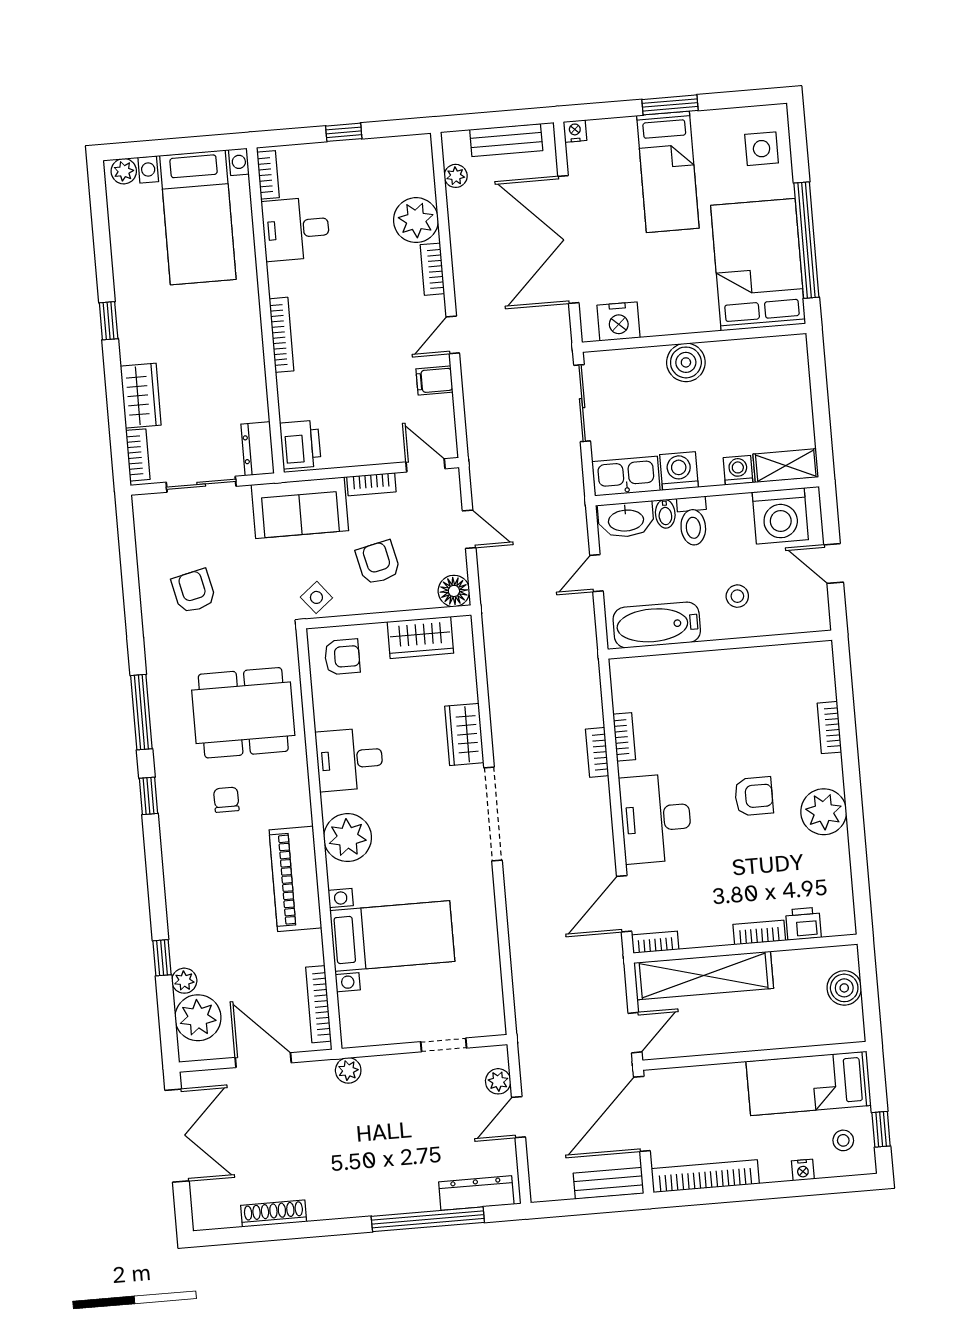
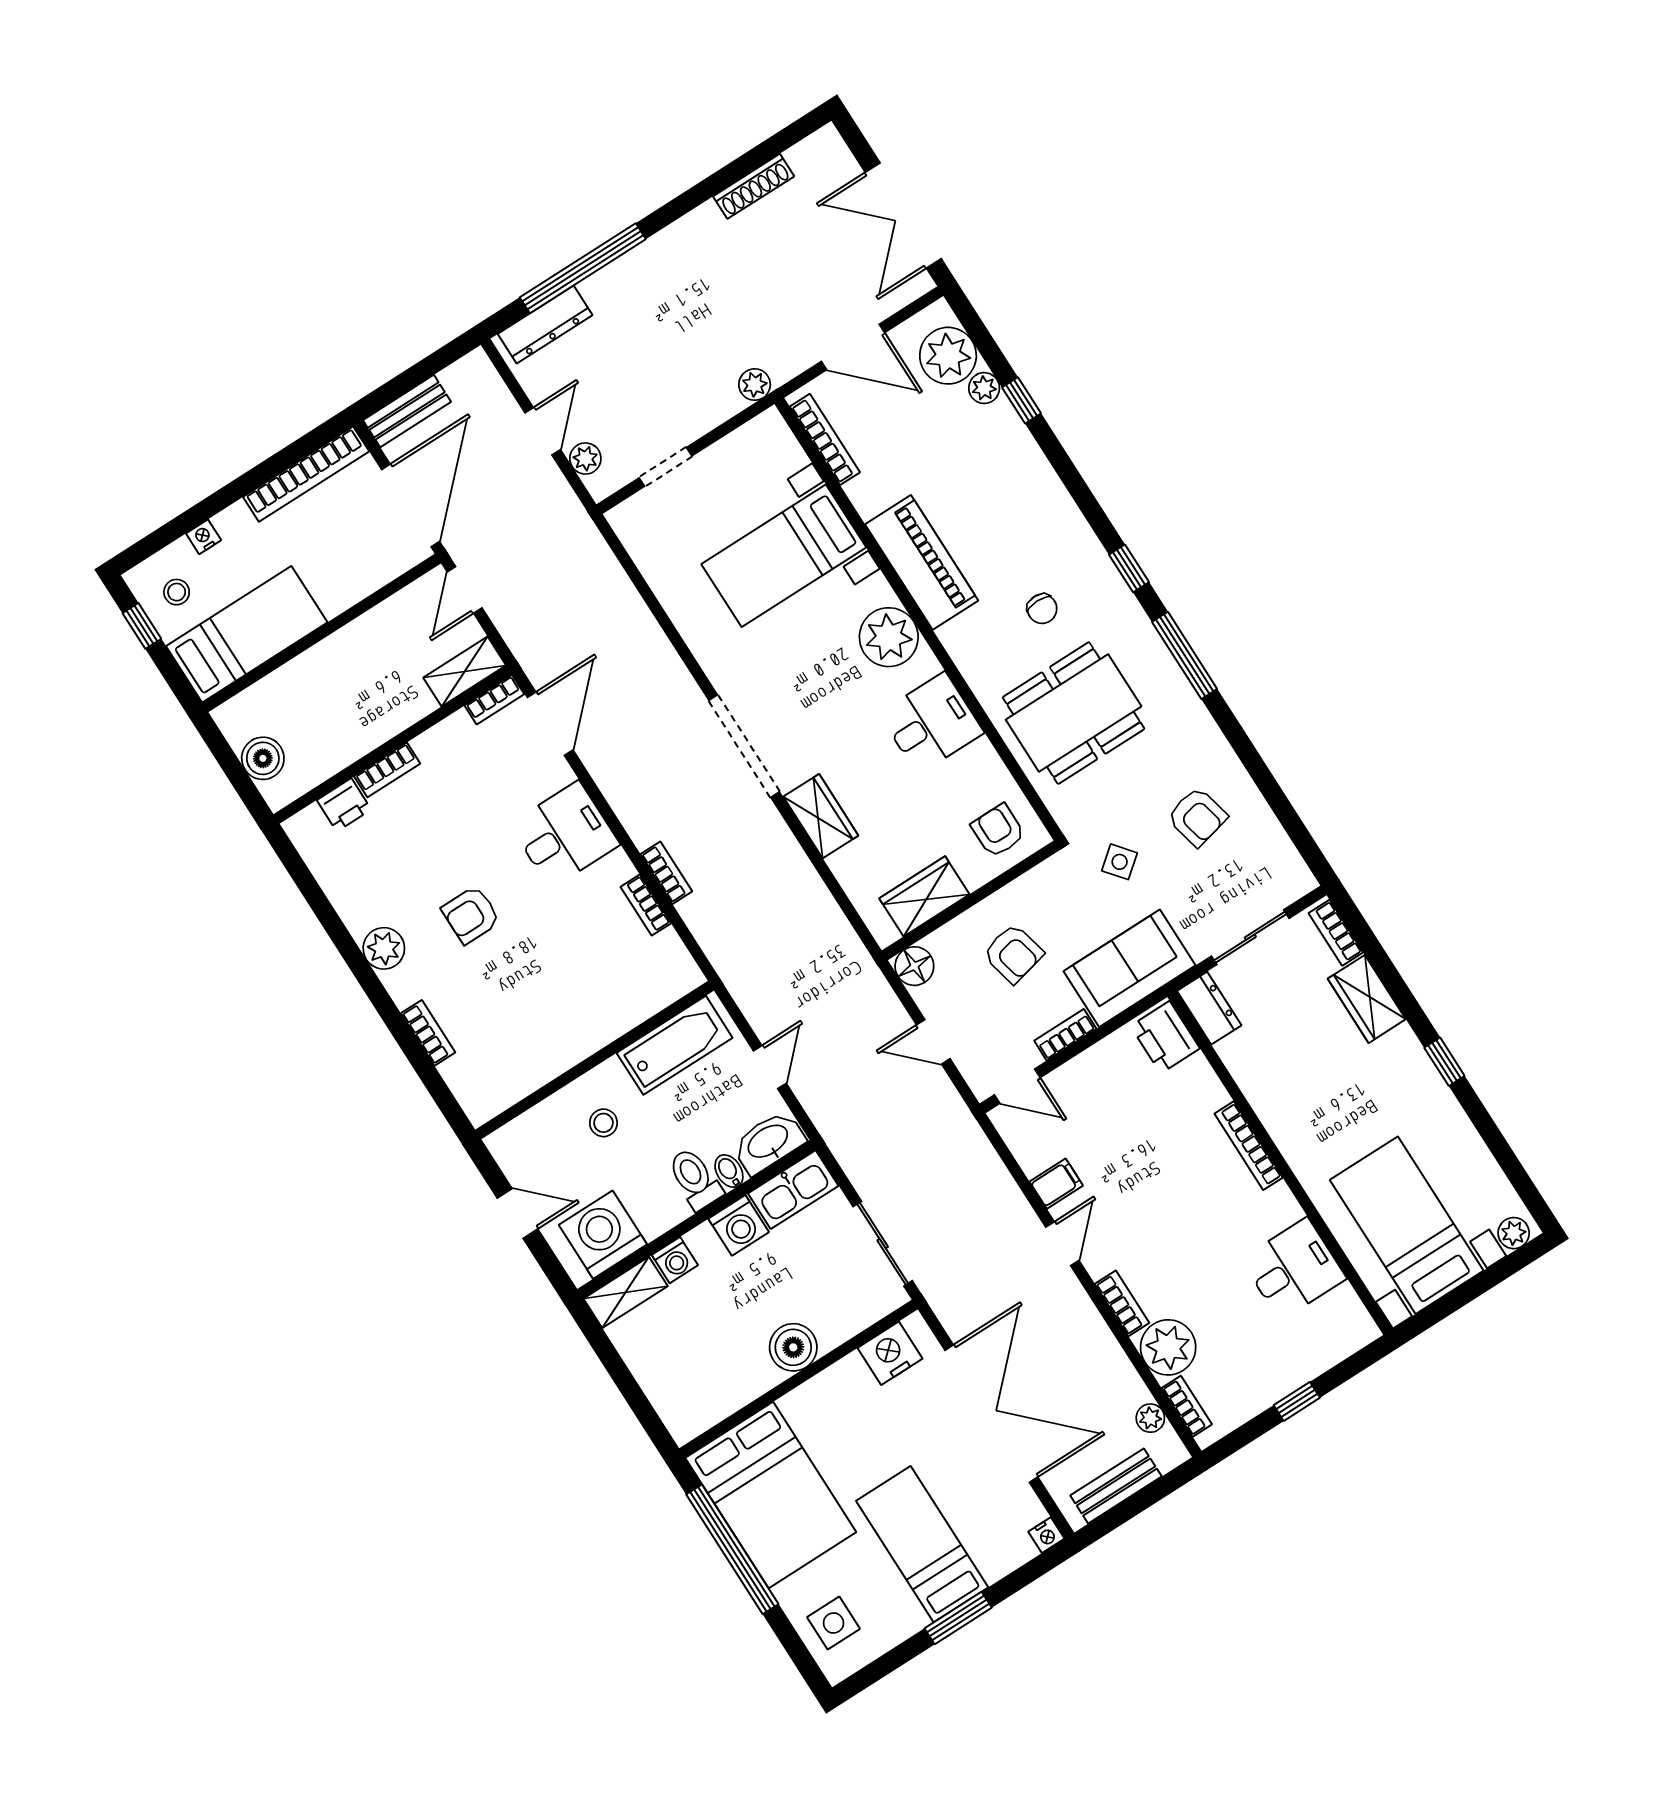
bookcase: (268, 175) -> (1187, 1406), moved, turned 180
side table: (316, 597) -> (1120, 862), moved
armchair: (342, 657) -> (998, 831), turned 90
plant: (824, 812) -> (384, 948), width x0.73, depth x0.73
desk: (656, 818) -> (565, 835), width x0.73
shelving: (704, 975) -> (465, 671), width x0.45, depth x0.75

